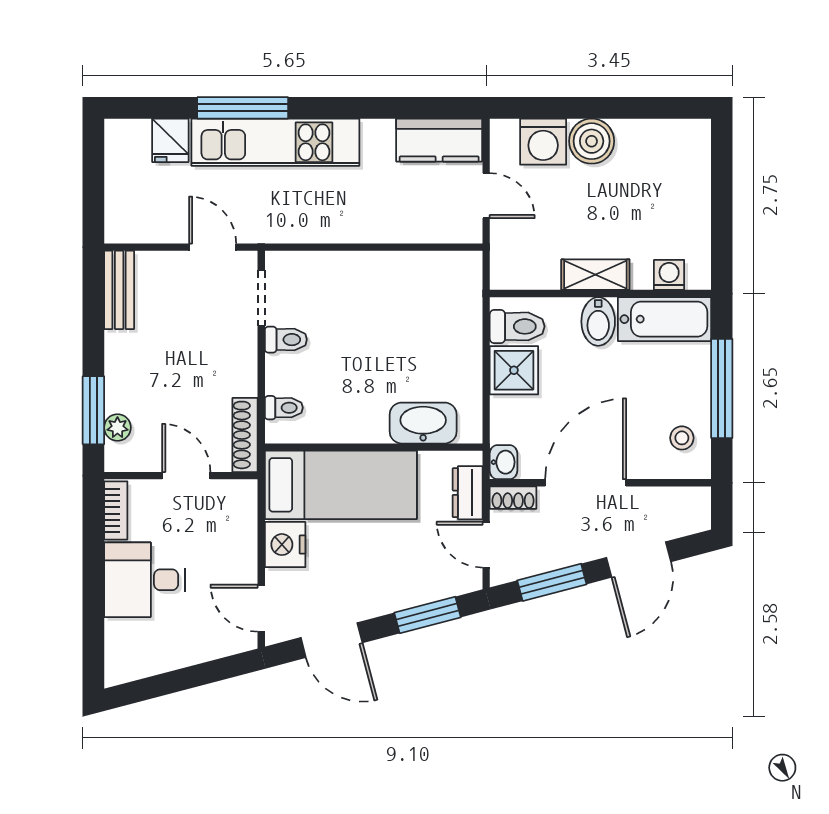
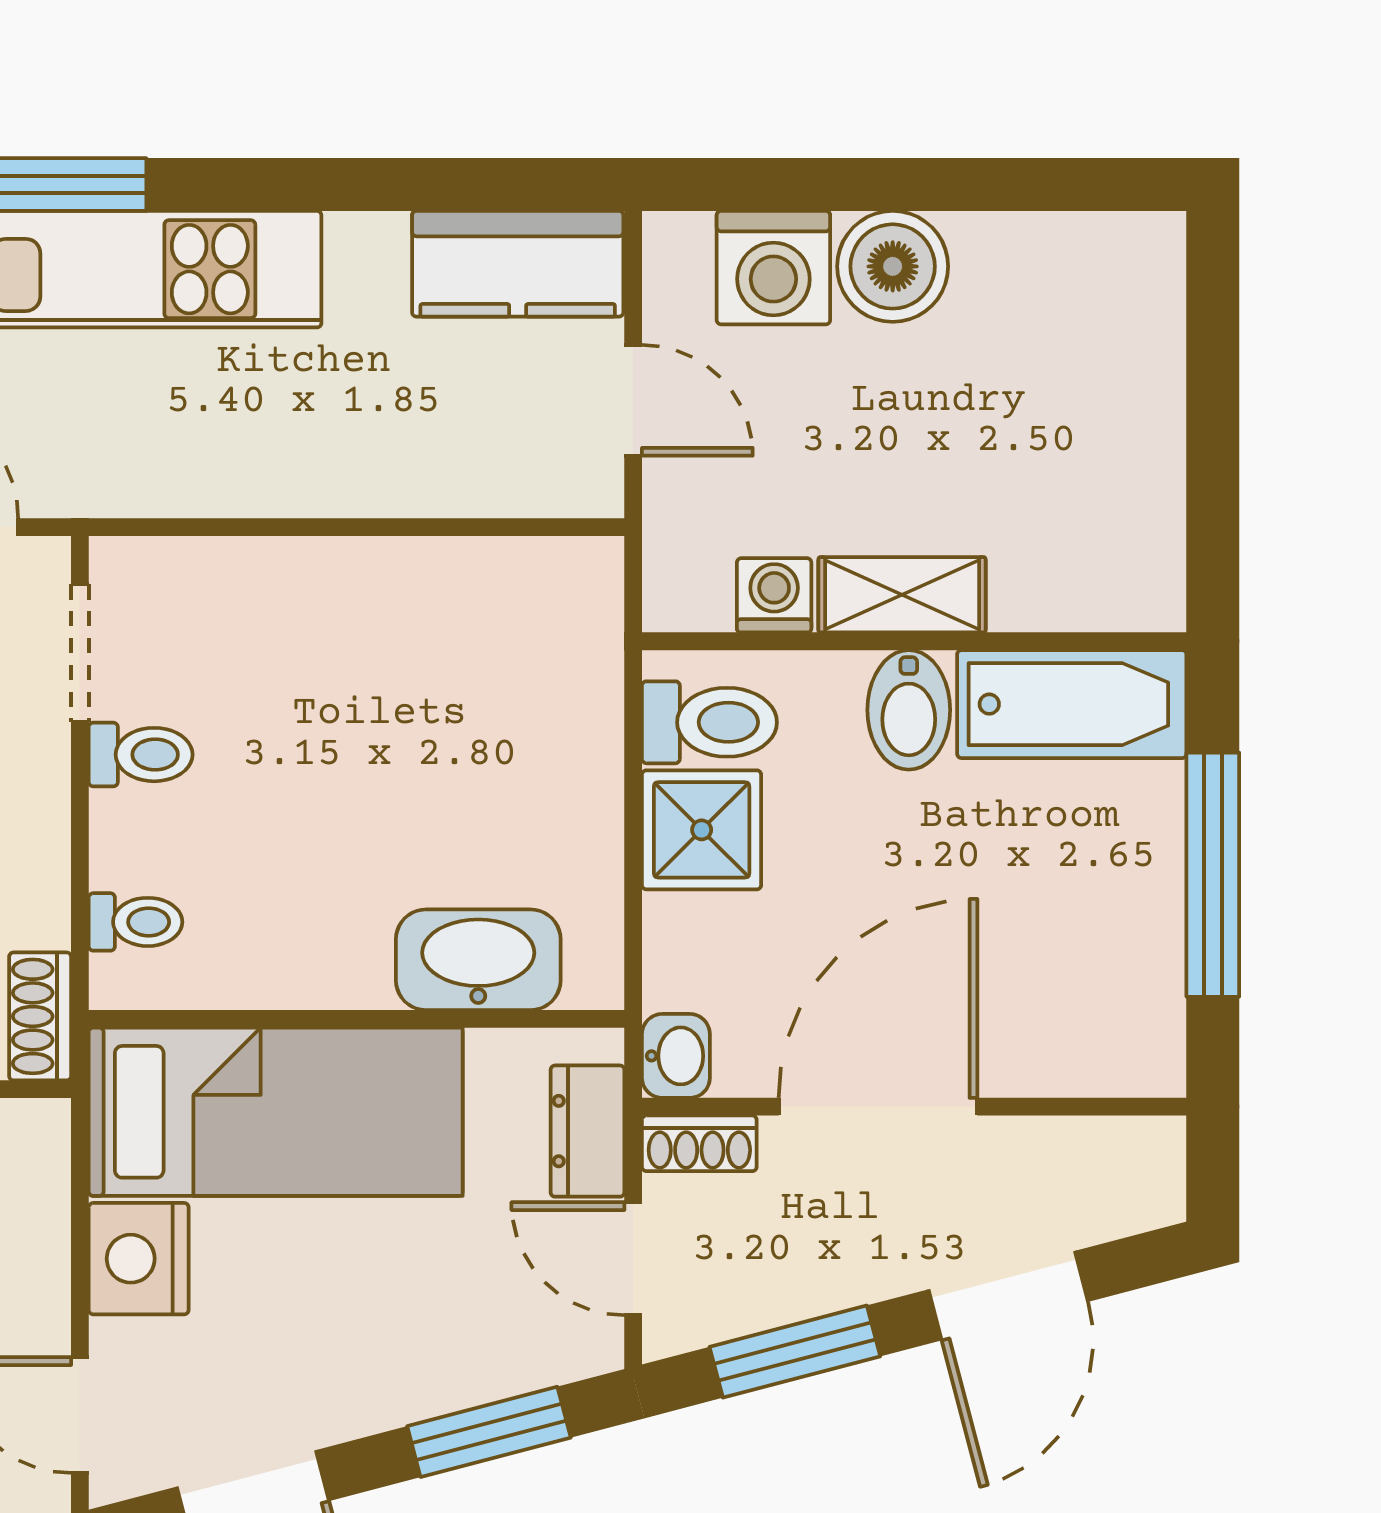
washing machine: (669, 275) -> (774, 595), moved
shoe rack: (245, 435) -> (40, 1016), width x0.70
stool: (682, 438) -> (1115, 996), removed

